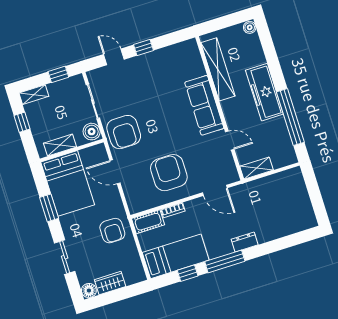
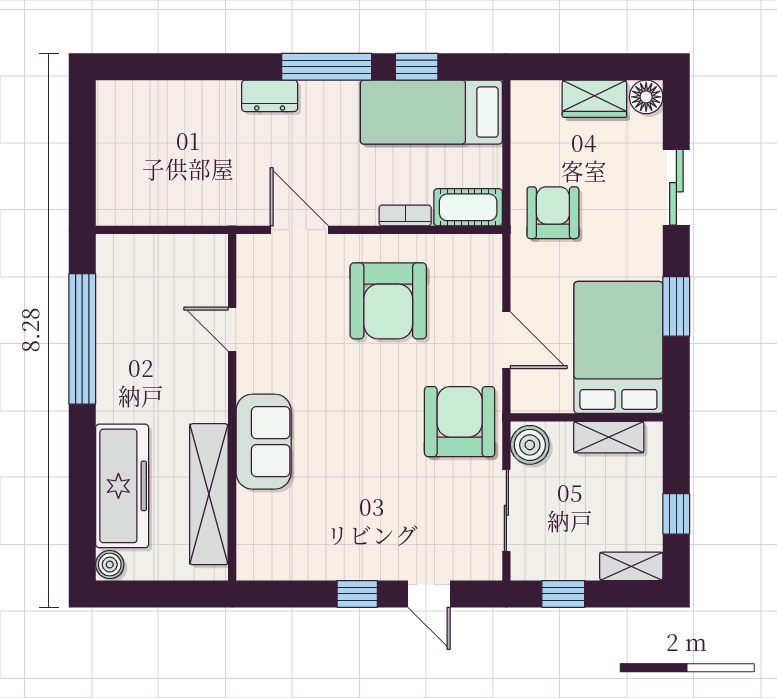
freezer: (264, 92) -> (122, 486), moved
sofa: (204, 105) -> (264, 442), width x0.73
shelving: (256, 168) -> (192, 250), removed

